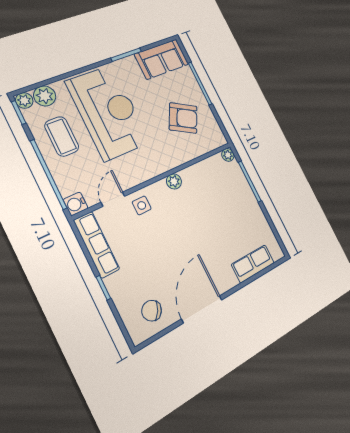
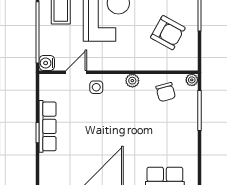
row of seats: (96, 245) -> (48, 126), moved
chair: (152, 311) -> (166, 92), moved, turned -135

